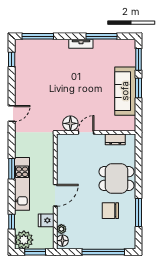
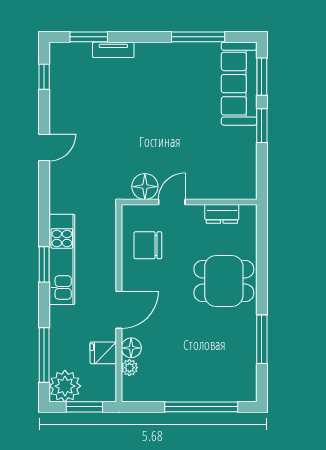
window: (38, 36) -> (89, 37), width x0.69
tv unit: (81, 44) -> (113, 50), moved
sofa: (125, 91) -> (239, 84), moved
door: (12, 113) -> (44, 147), moved
kitchen unit: (22, 184) -> (62, 259), moved
chair: (110, 211) -> (148, 245), moved
window: (12, 222) -> (44, 355), width x2.17
floor lamp: (62, 241) -> (131, 348), moved

